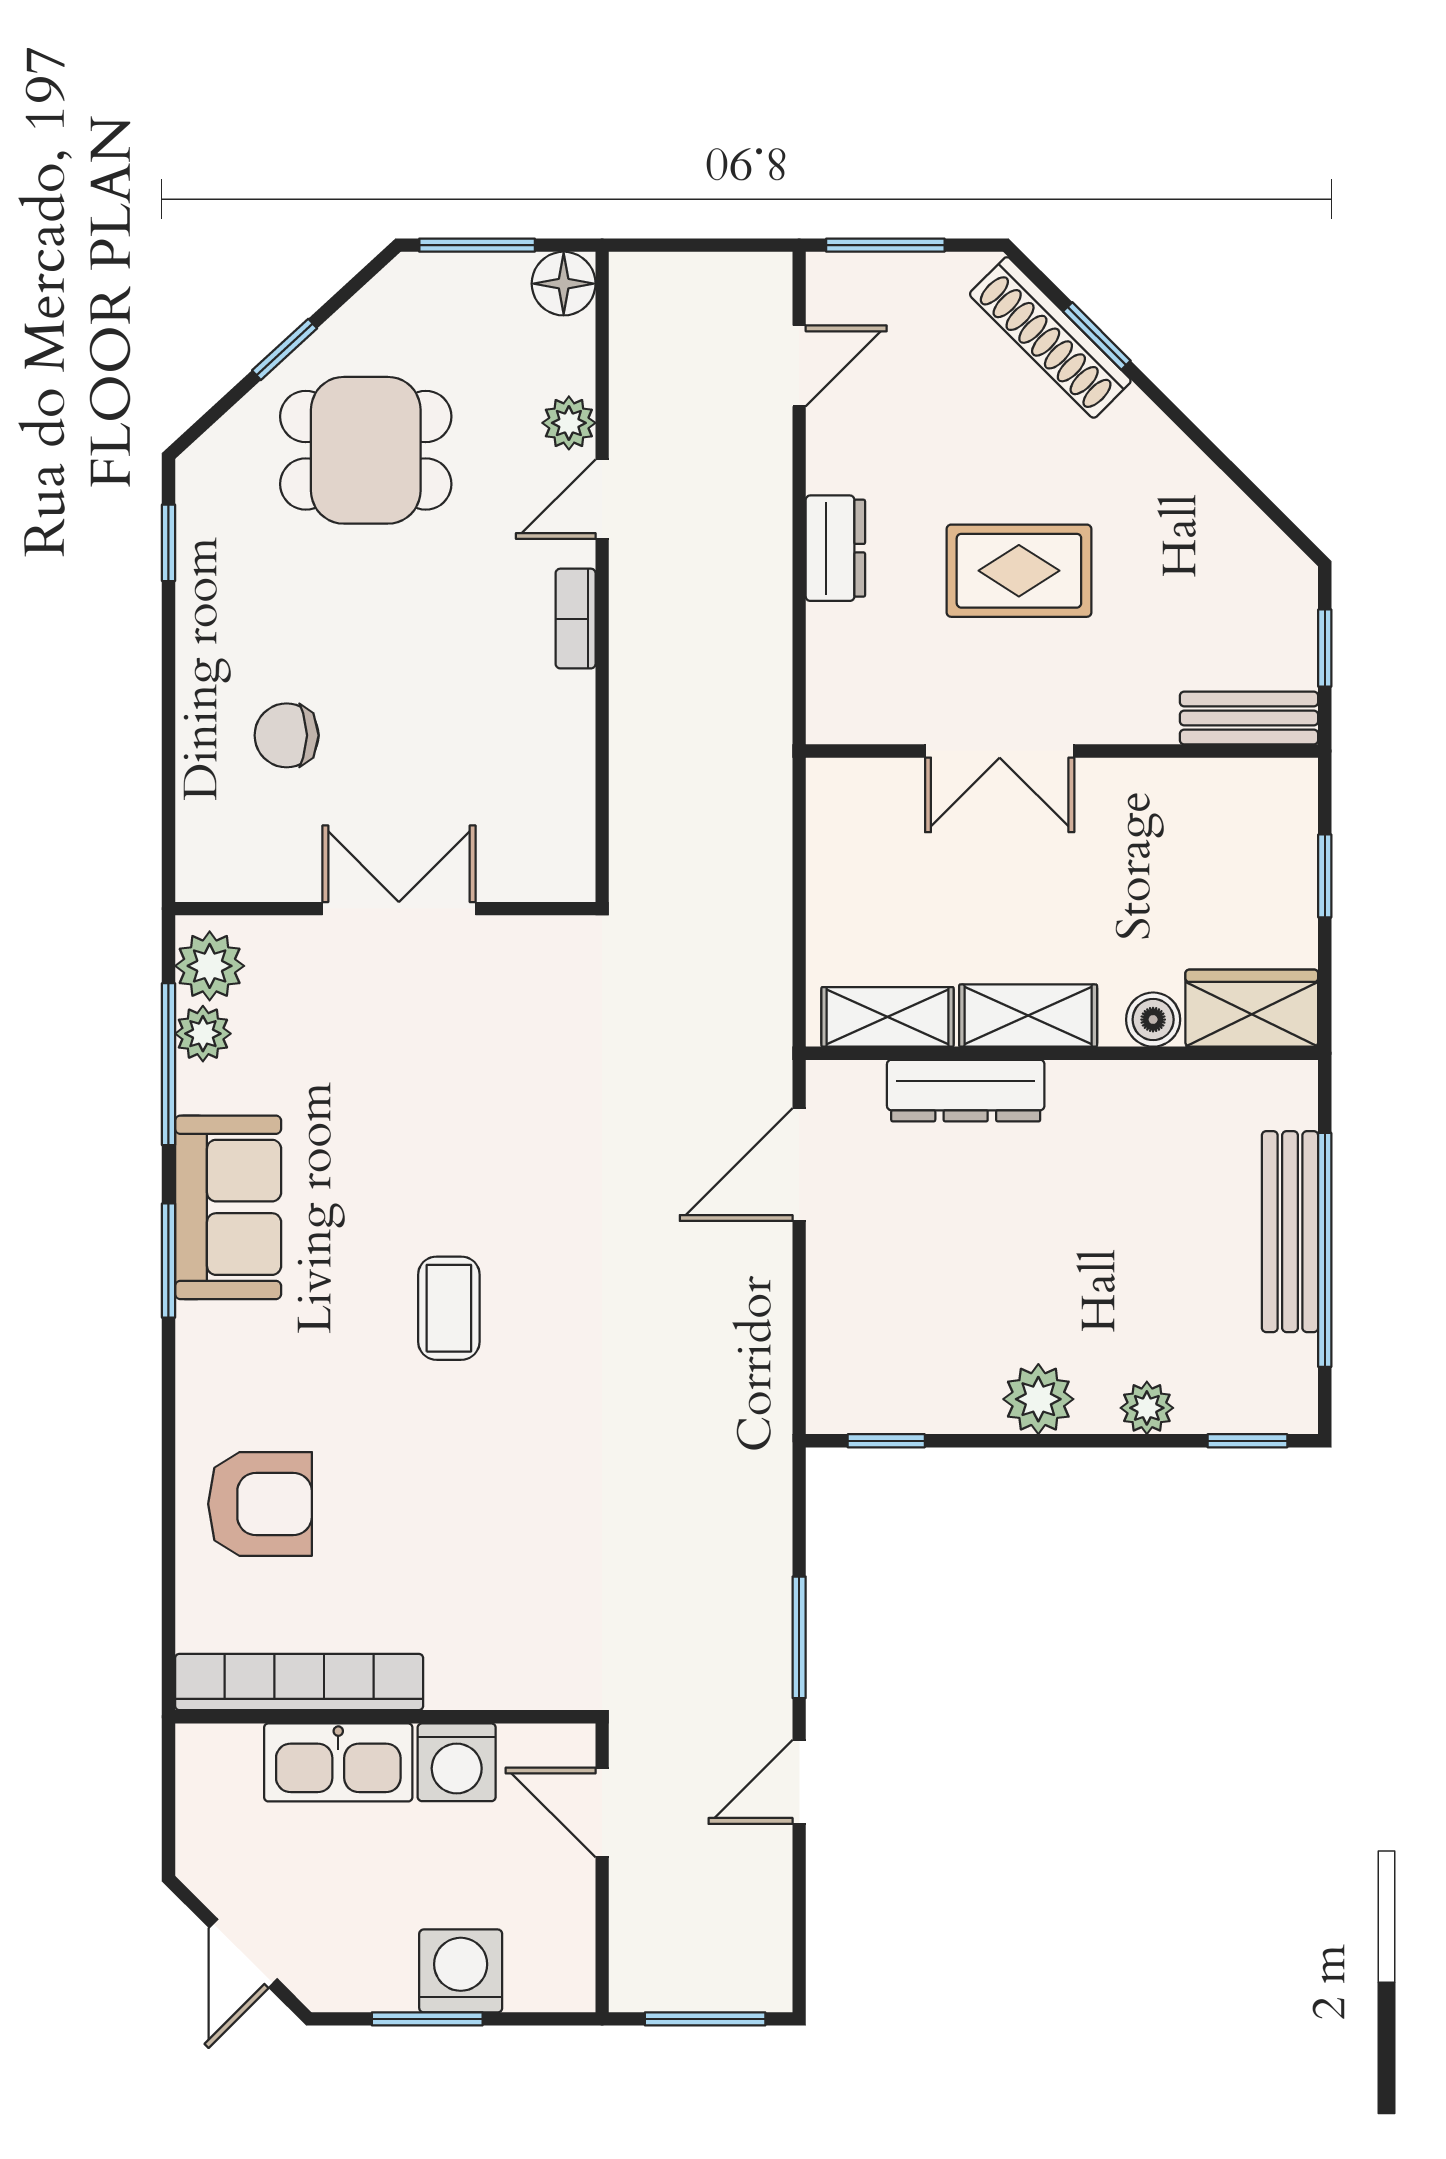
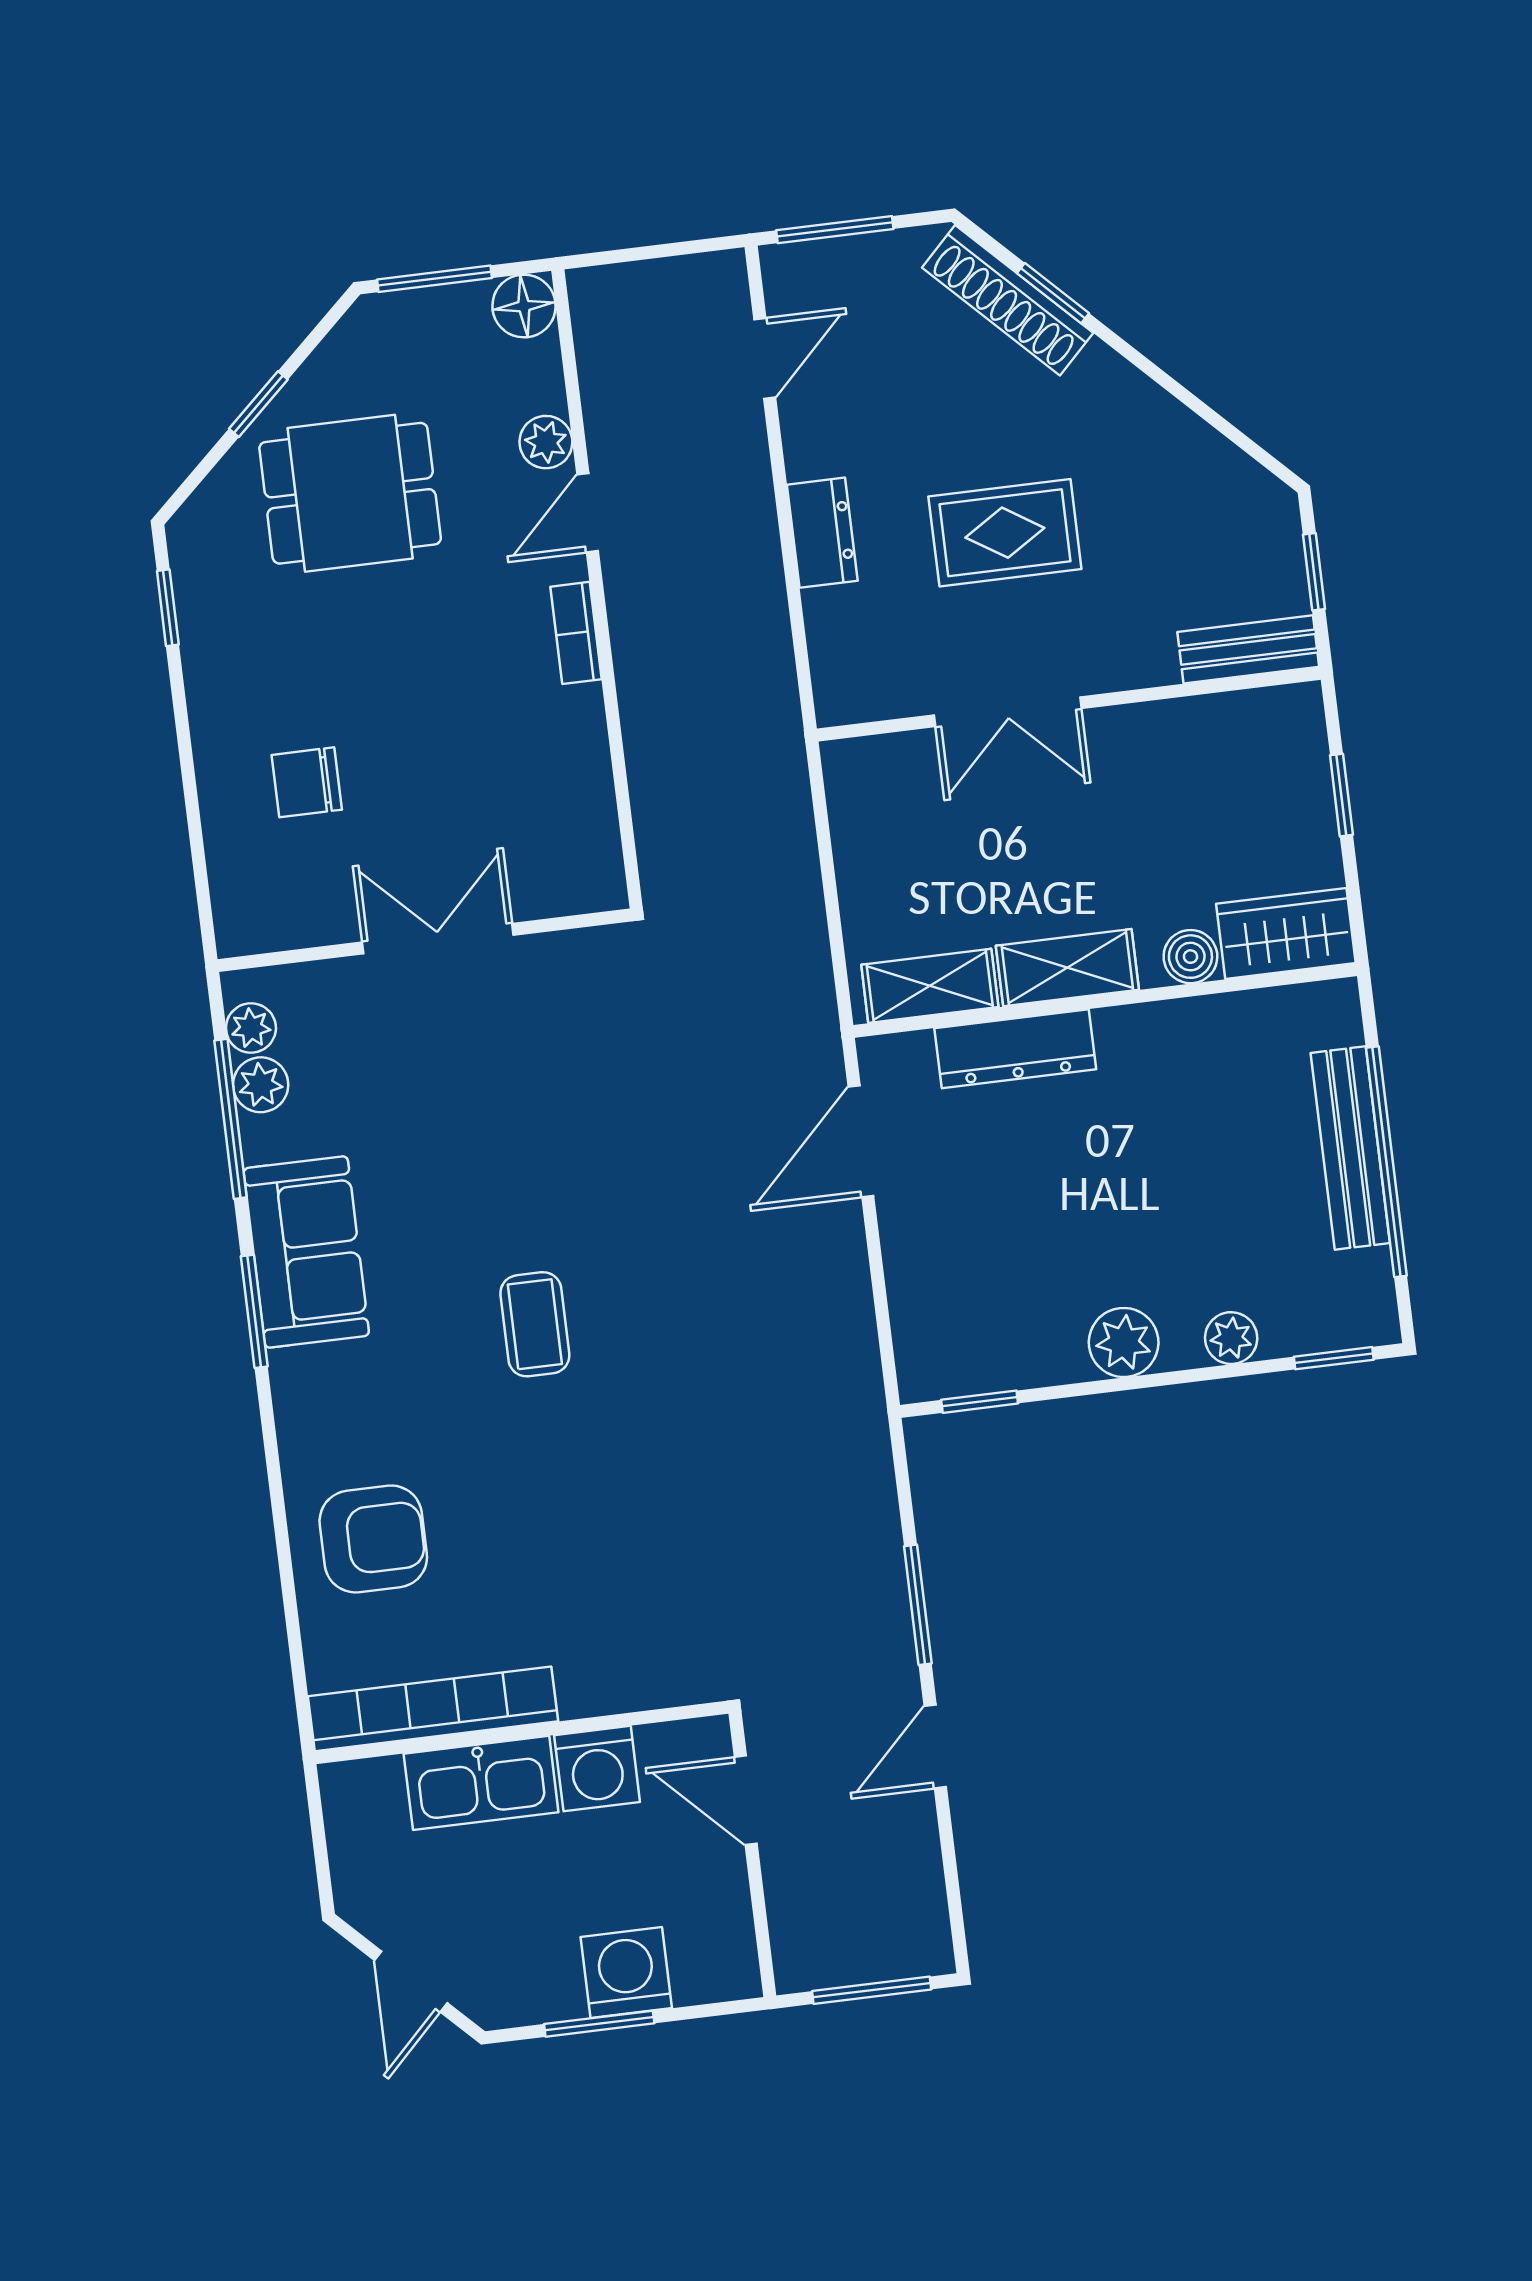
plant: (210, 966) -> (251, 1028), width x0.73, depth x0.73

